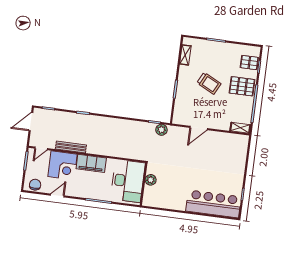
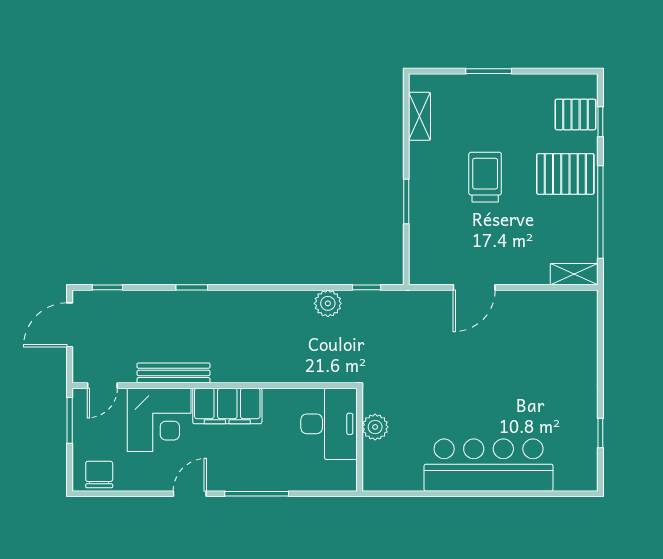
trolley: (209, 83) -> (485, 177), turned -117
plant: (161, 130) -> (328, 303), moved
desk: (128, 181) -> (329, 424), width x0.73, depth x0.77
door: (57, 196) -> (190, 494), moved
bar counter: (213, 204) -> (489, 465), moved

